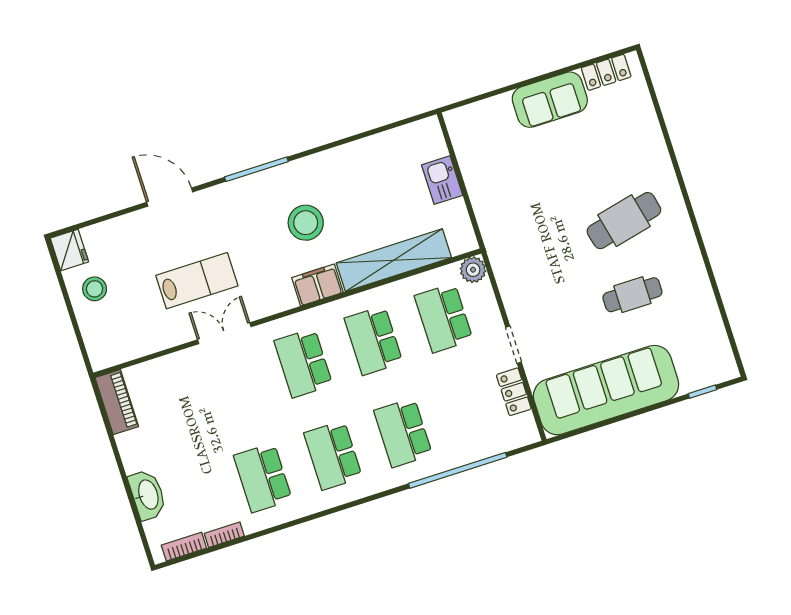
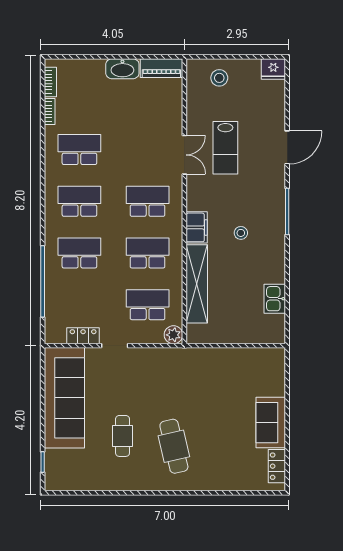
kitchen sink: (442, 180) -> (275, 299), moved, turned -90
stool: (306, 223) -> (241, 233), width x0.53, depth x0.53
stool: (95, 289) -> (219, 78), moved
washbasin: (148, 495) -> (122, 69), moved

